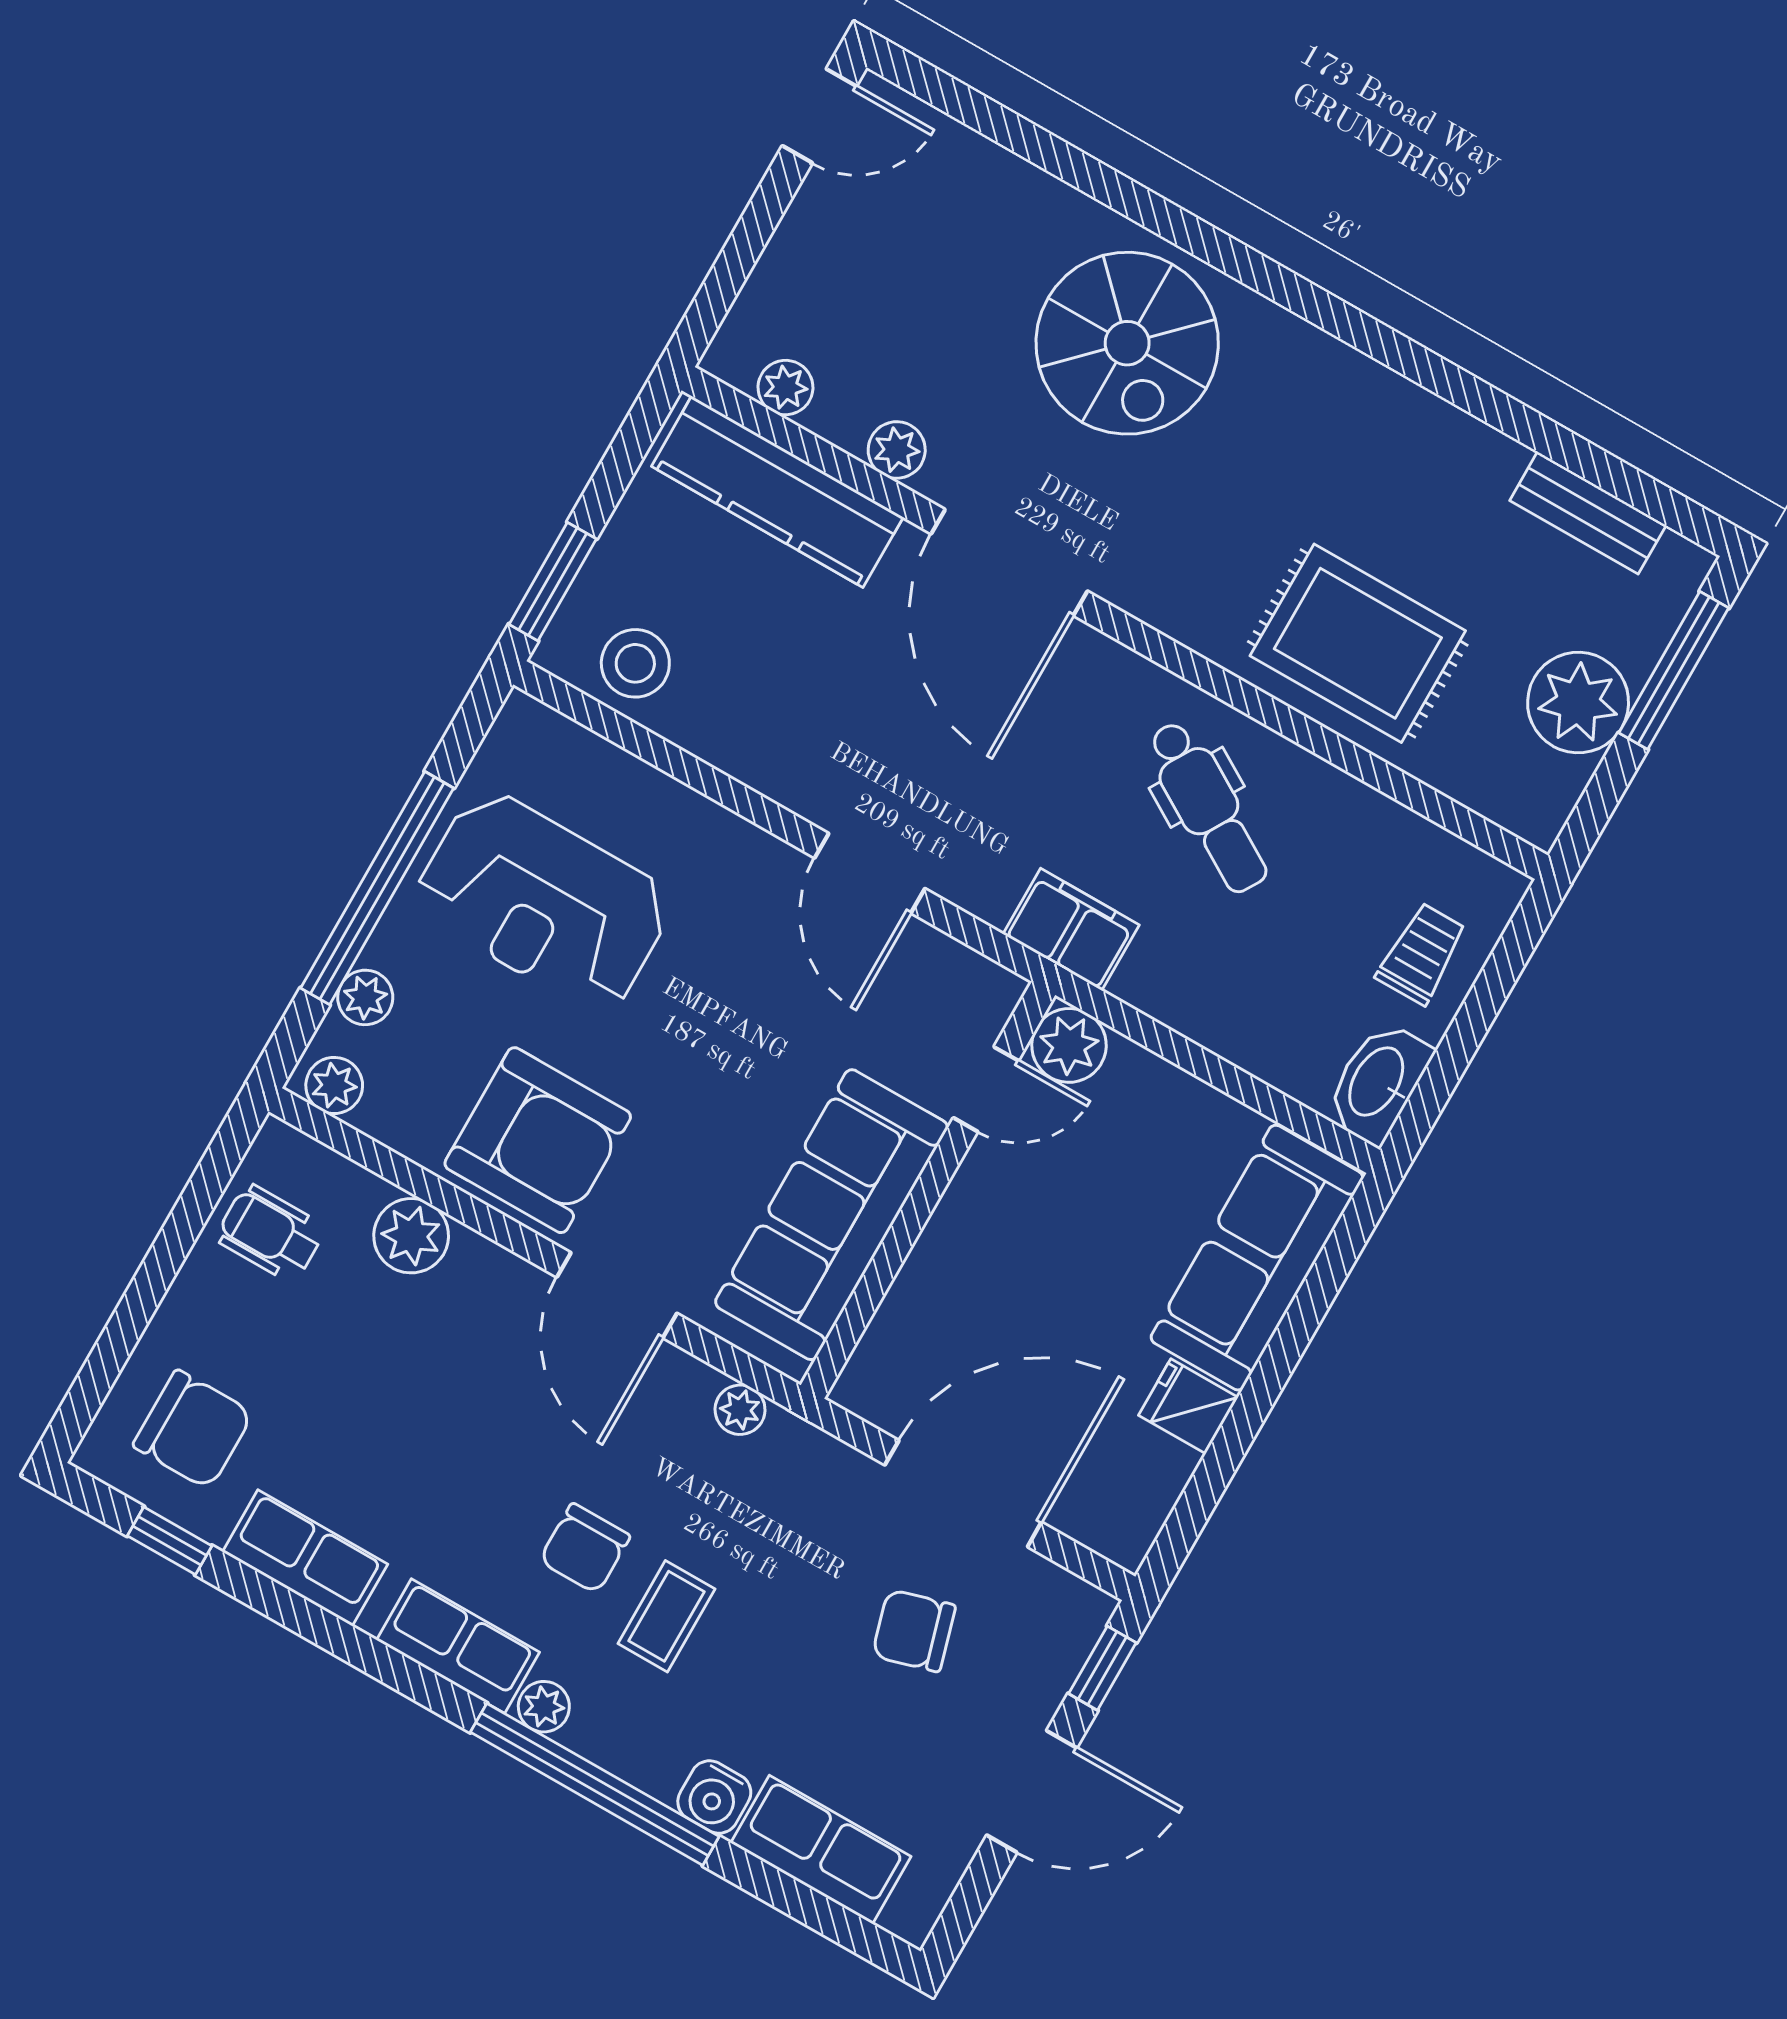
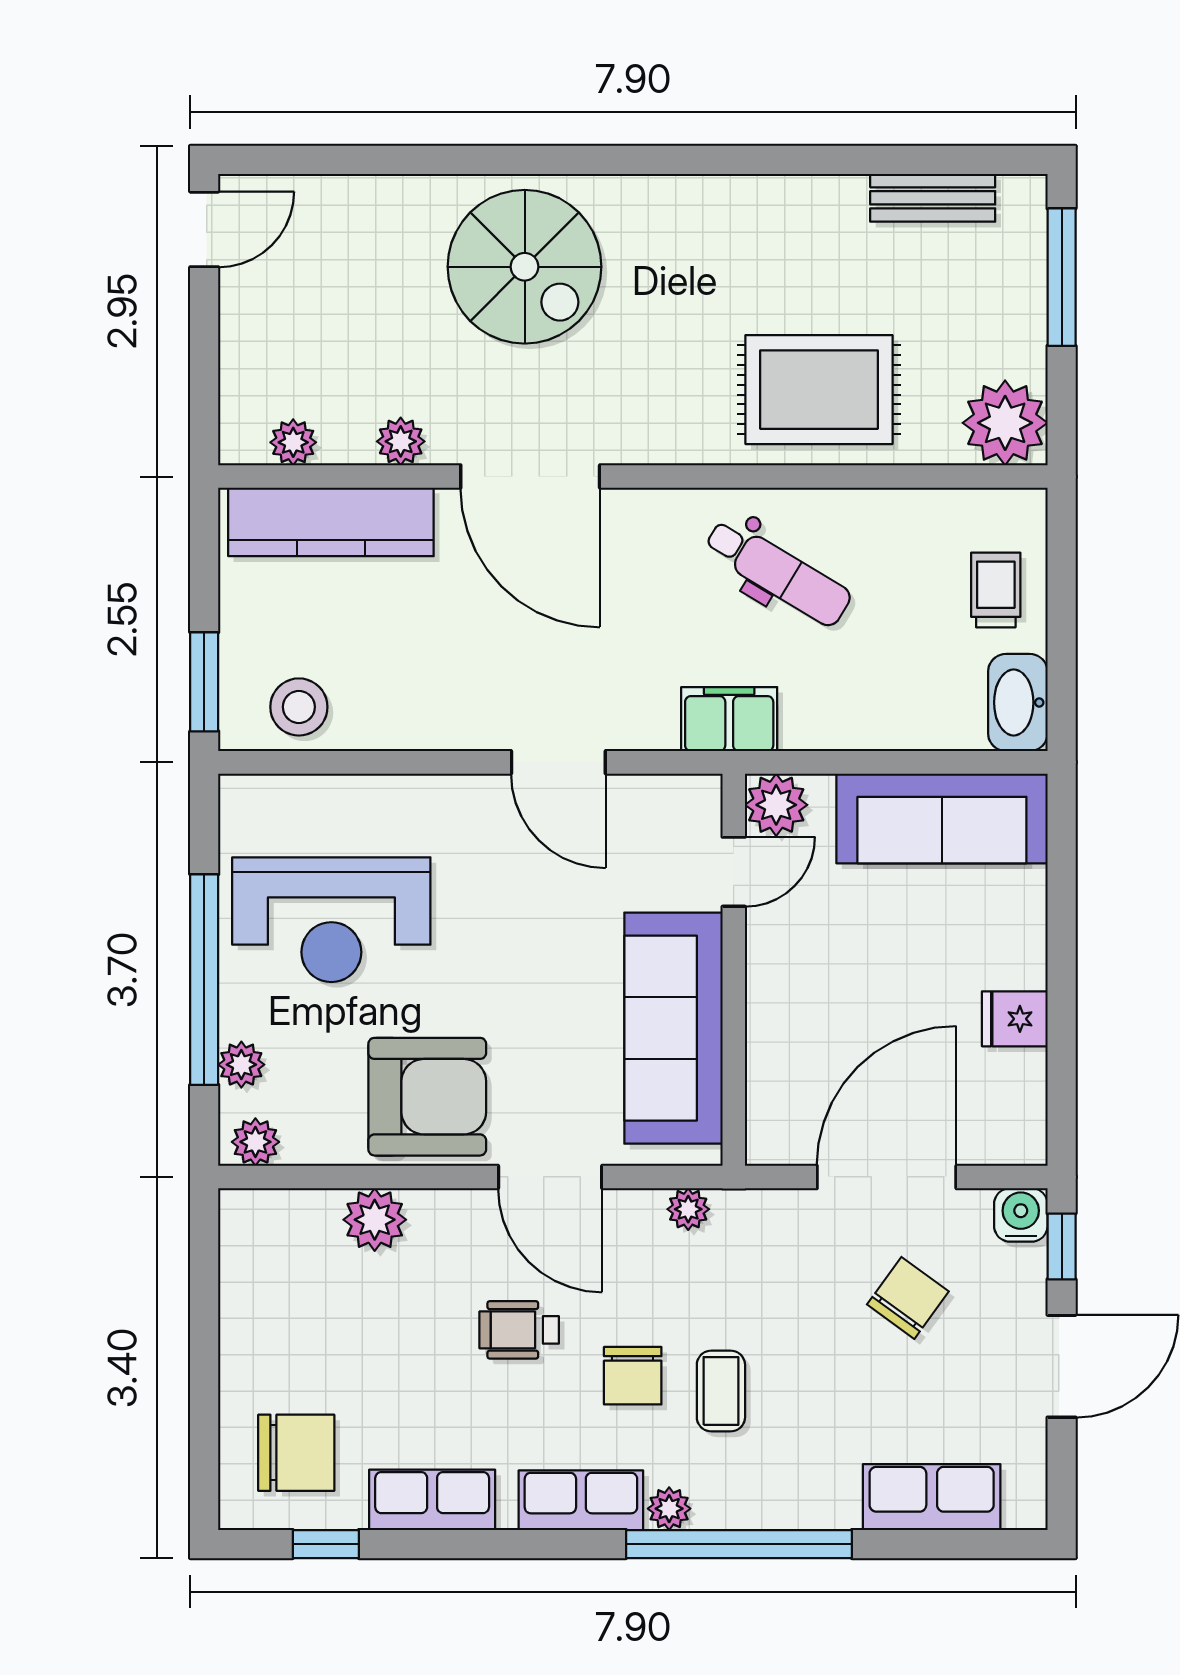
plant: (1578, 703) -> (1005, 423), moved
wheelchair: (270, 1233) -> (519, 1330), moved
sofa: (1257, 1258) -> (942, 818), moved, turned -90
chair: (914, 1631) -> (908, 1298), turned 142
water cooler: (714, 1797) -> (1021, 1215), moved, turned 180

